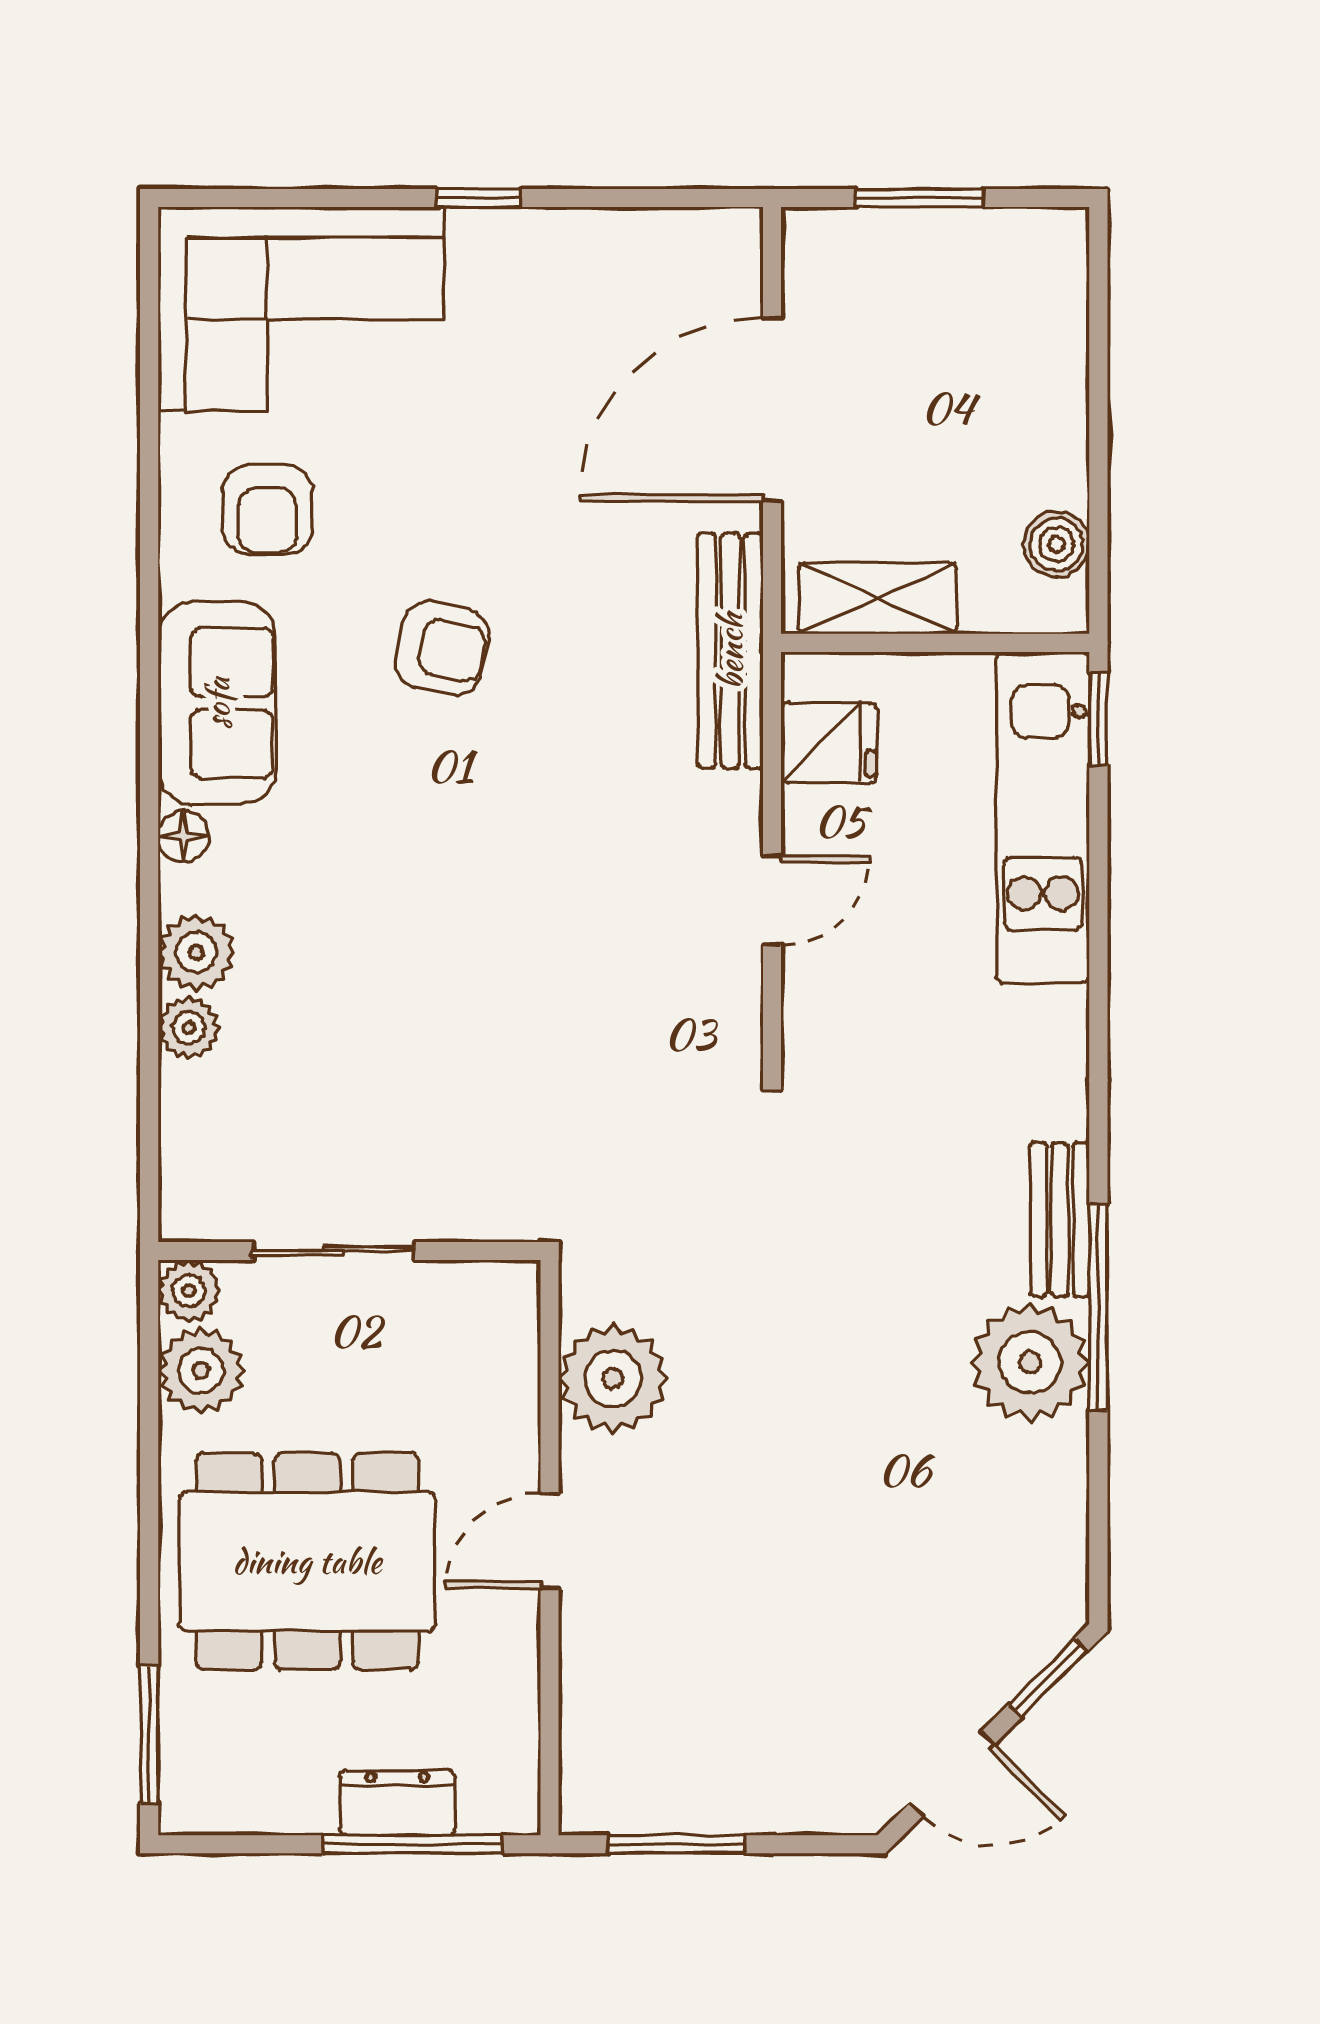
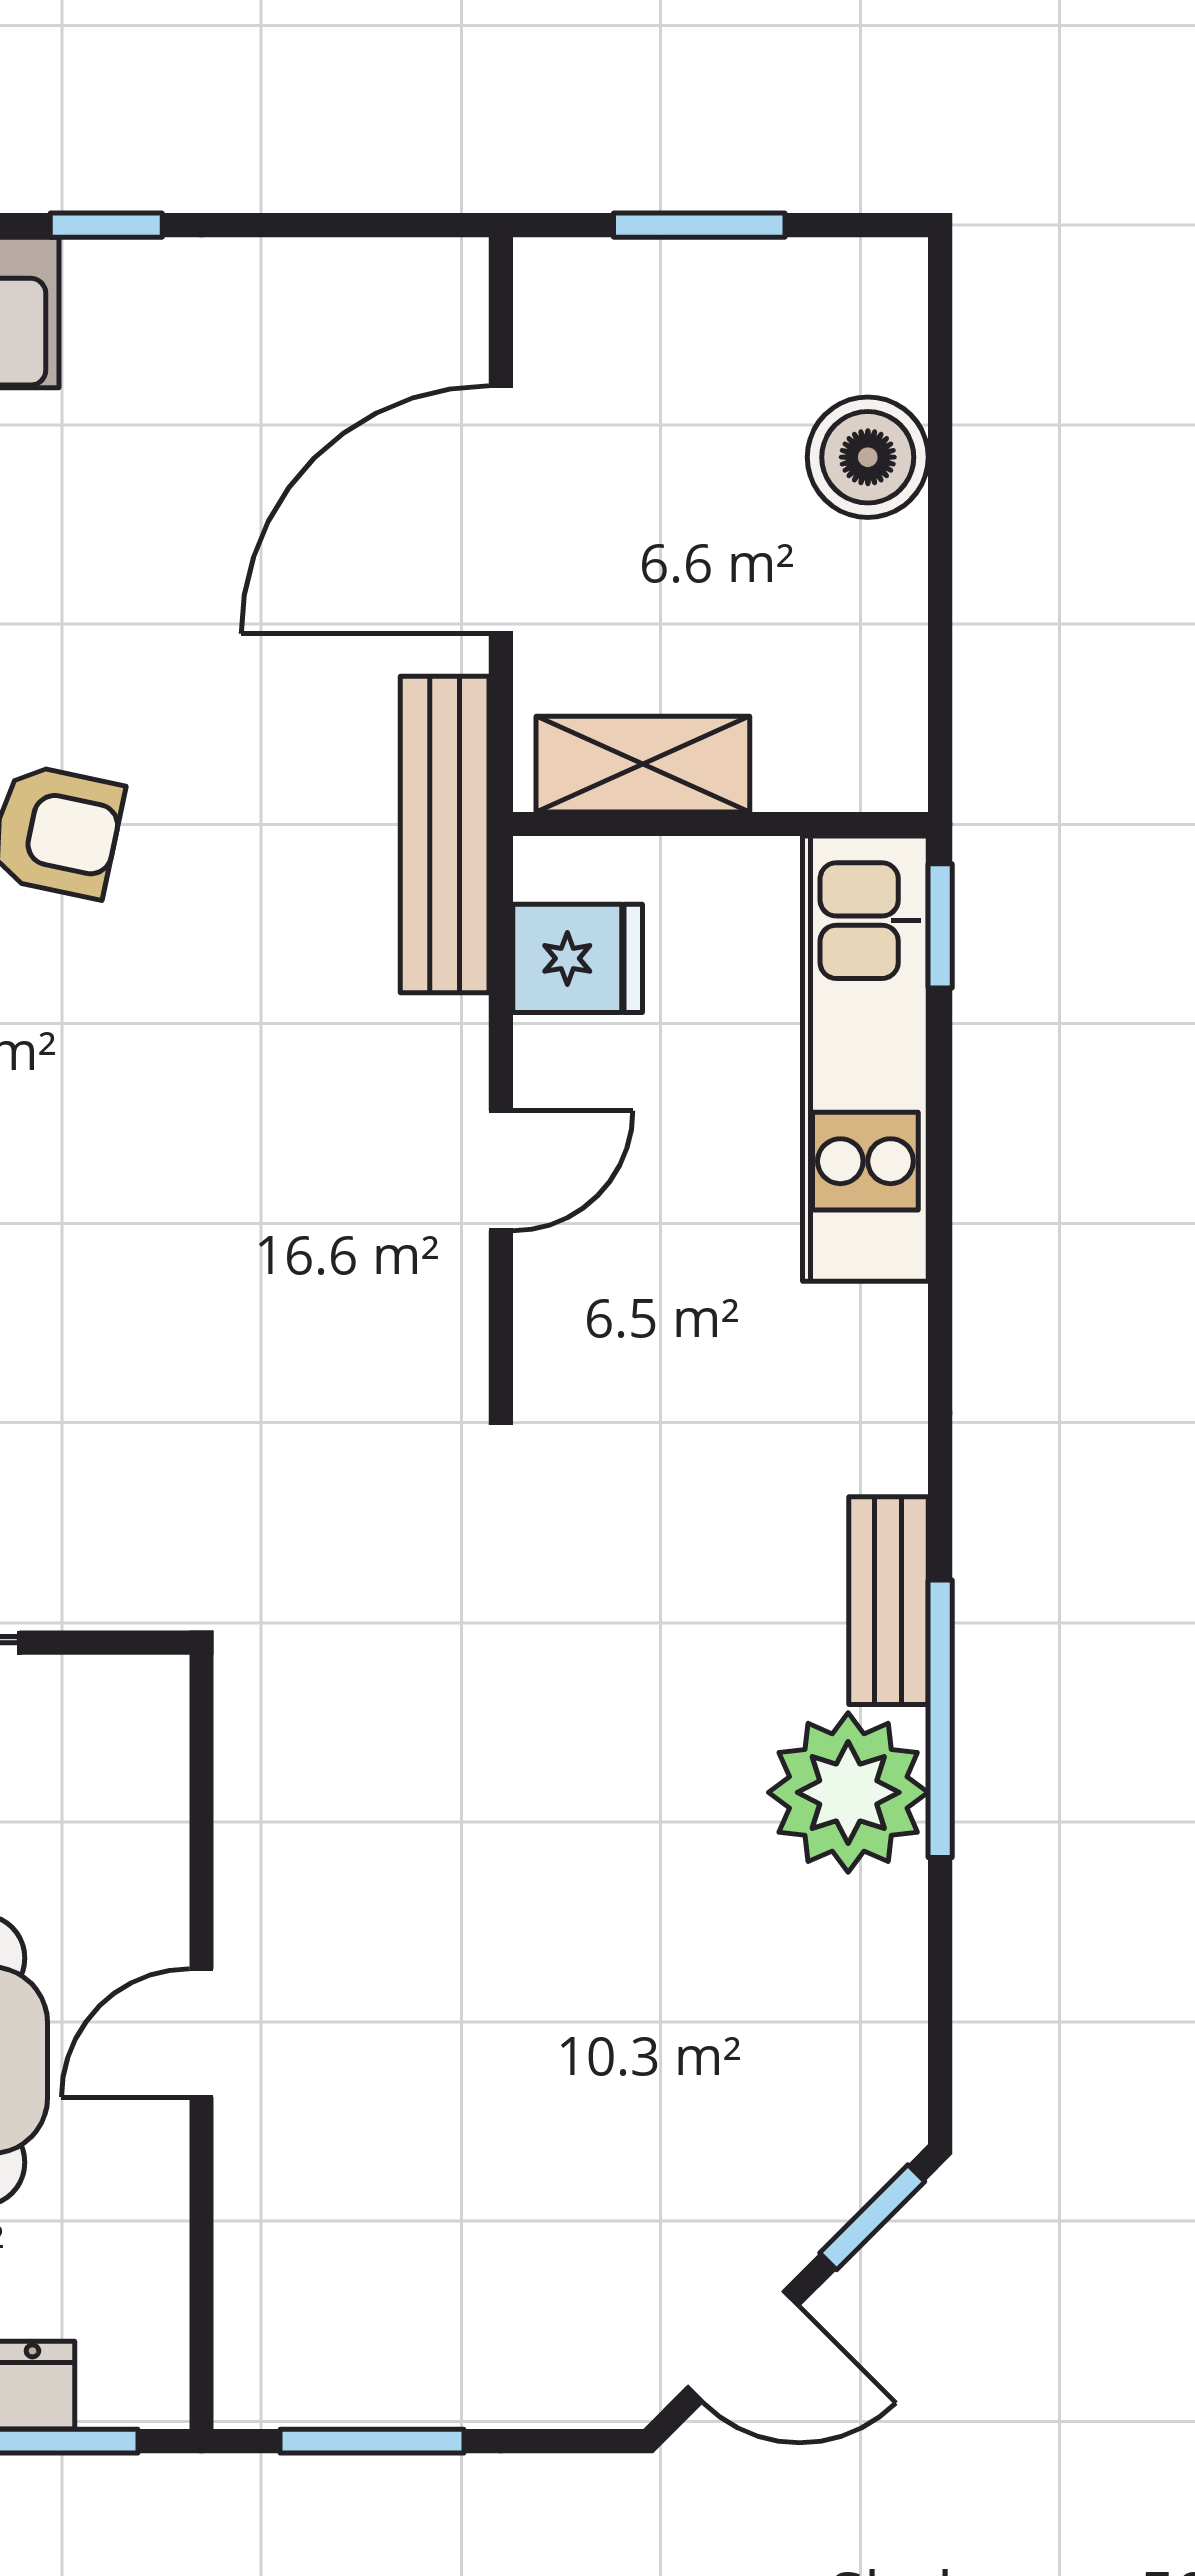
boiler: (1057, 544) -> (868, 457), moved, width x1.36, depth x1.36
plant: (613, 1378) -> (287, 1814), removed

